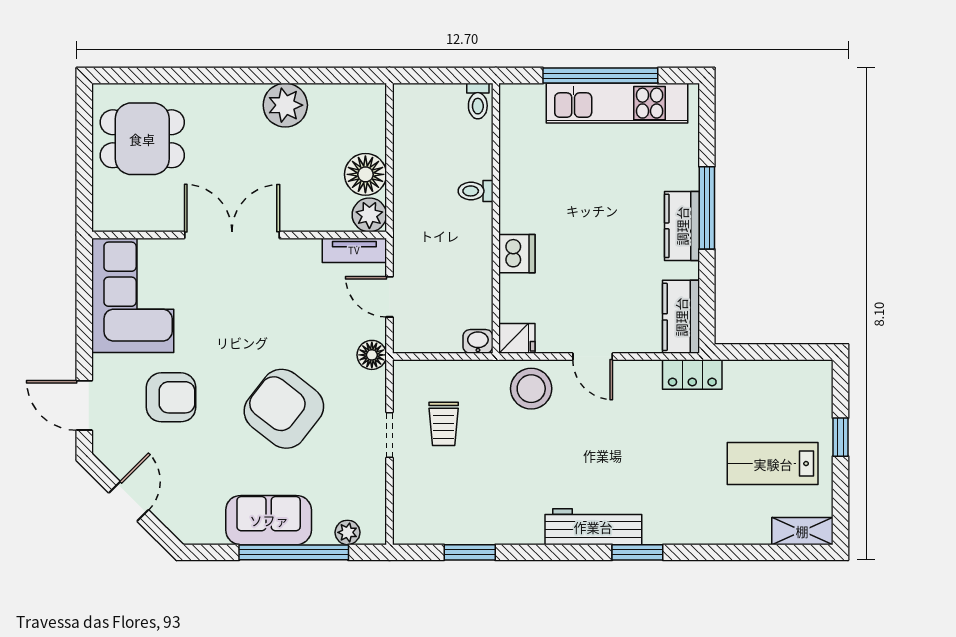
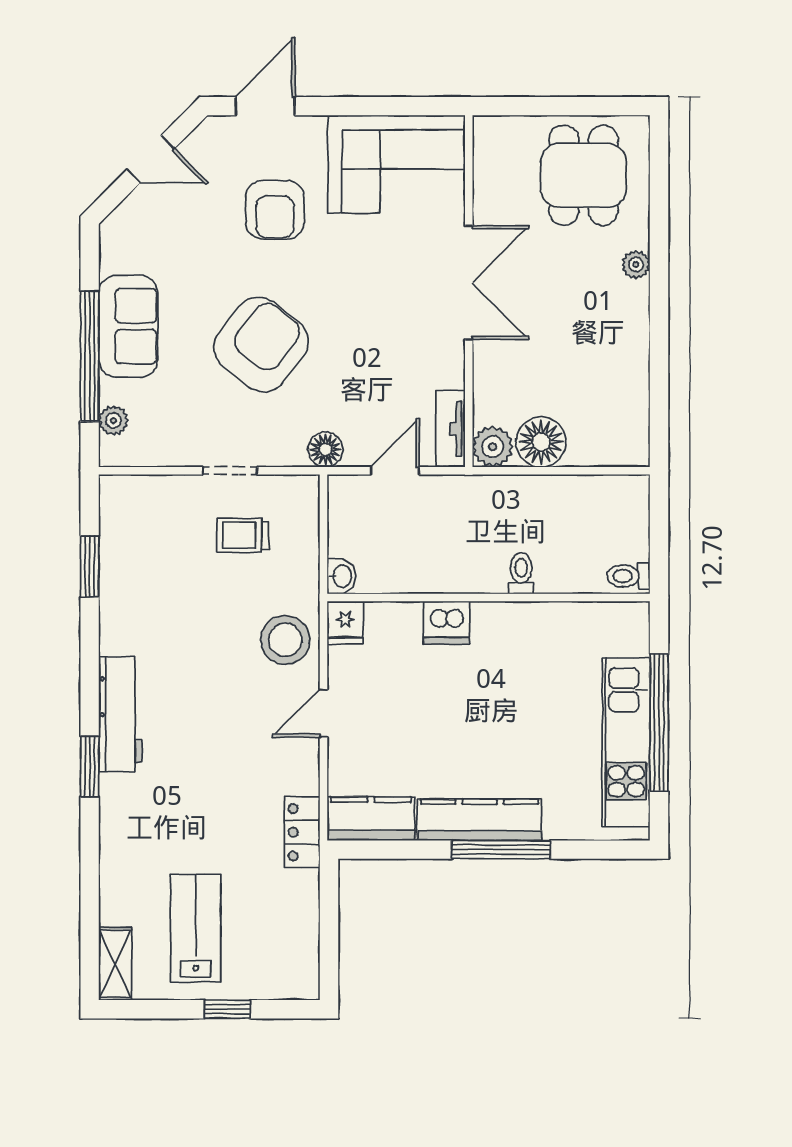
plant: (285, 105) -> (636, 265), moved, width x0.53, depth x0.53
kitchen counter: (682, 226) -> (480, 820), width x1.50

